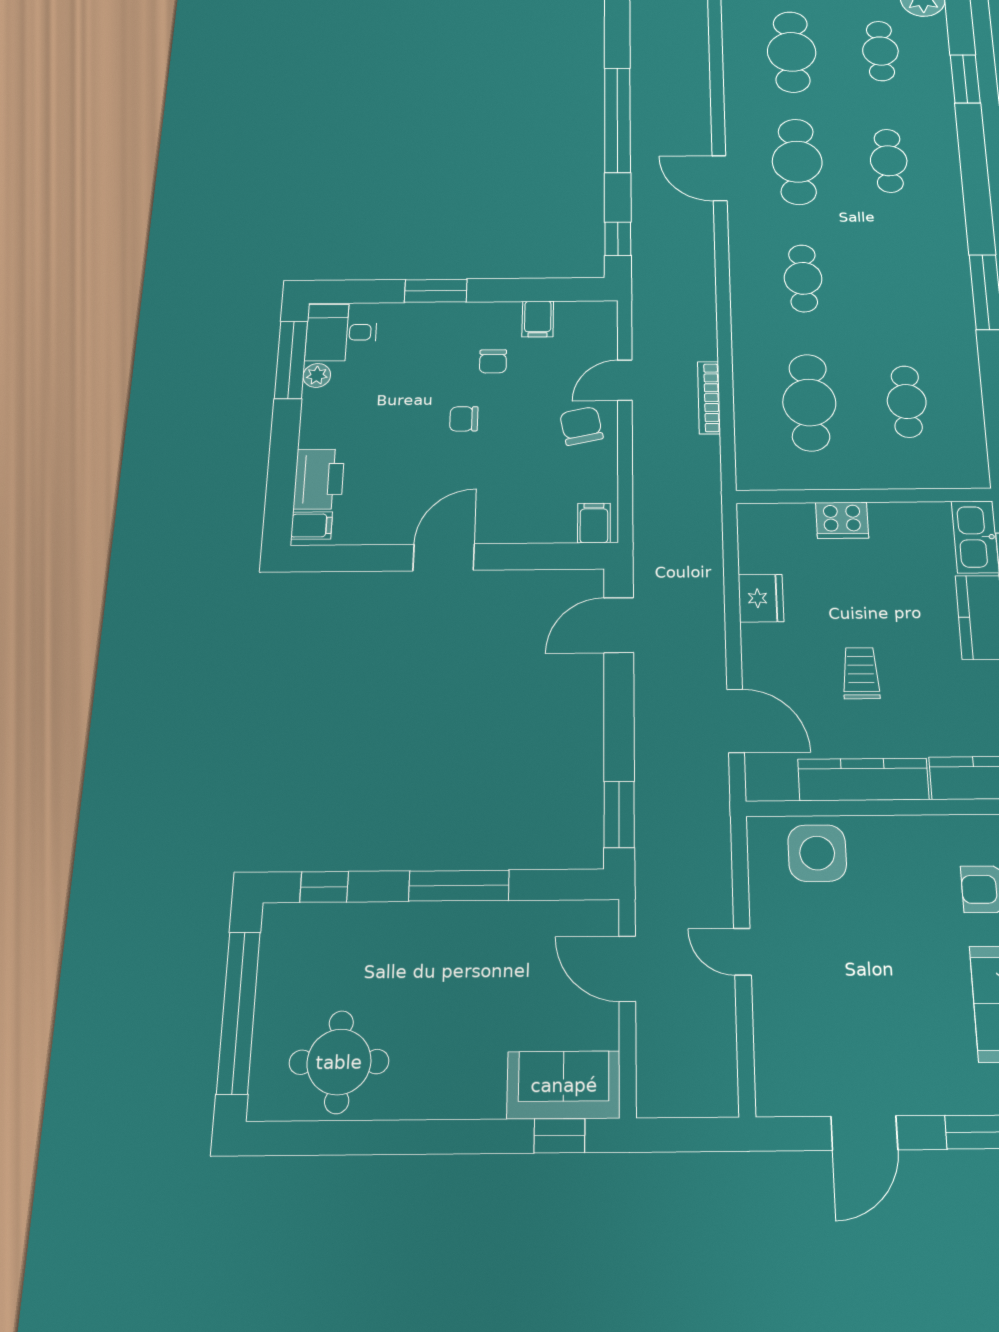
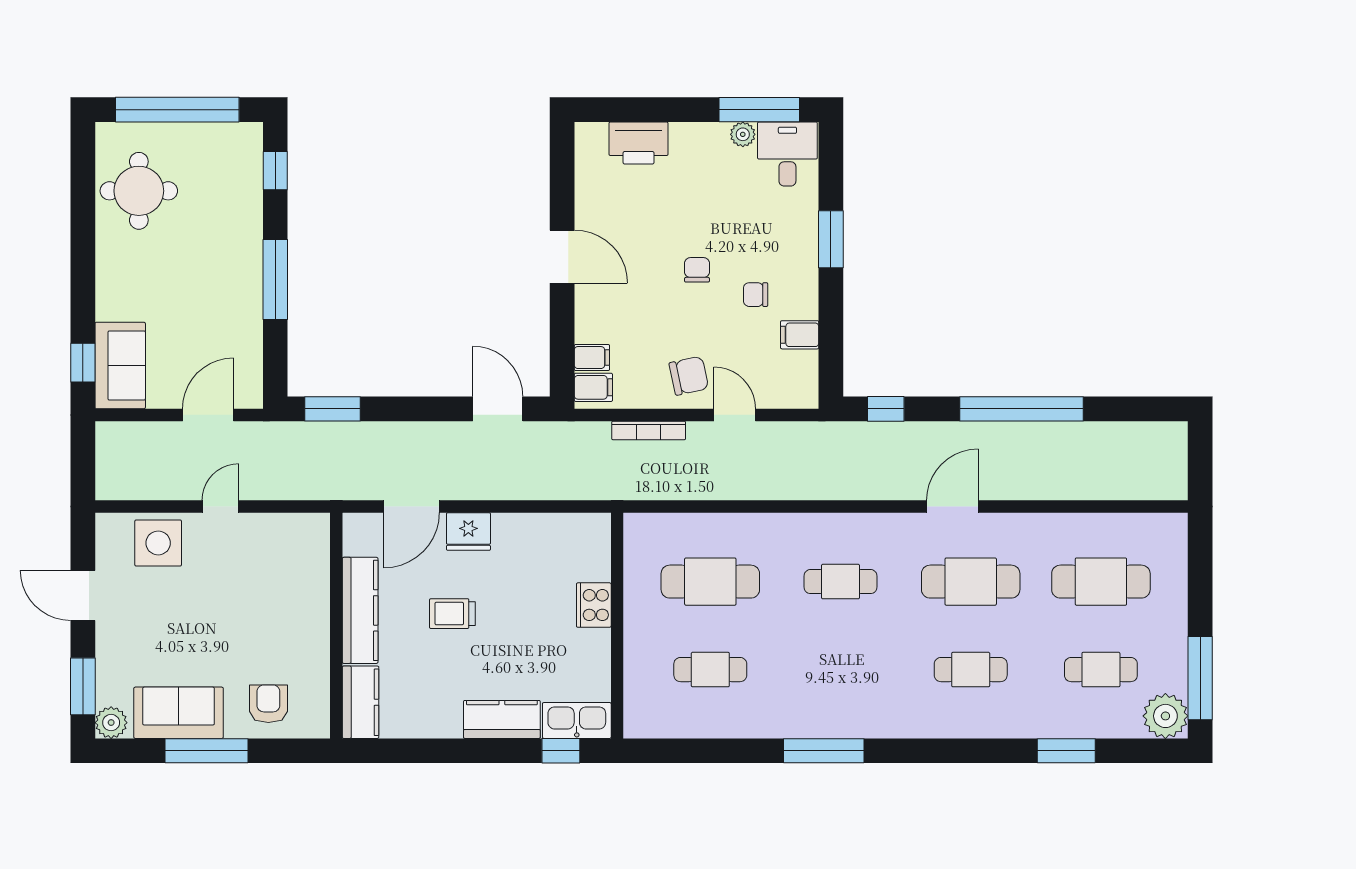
bookcase: (709, 398) -> (649, 430), moved, turned 180
filing cabinet: (312, 525) -> (592, 358), moved, turned -90
fridge: (761, 598) -> (468, 532), moved
trolley: (861, 673) -> (452, 614), turned 180
side table: (817, 853) -> (158, 543), moved

